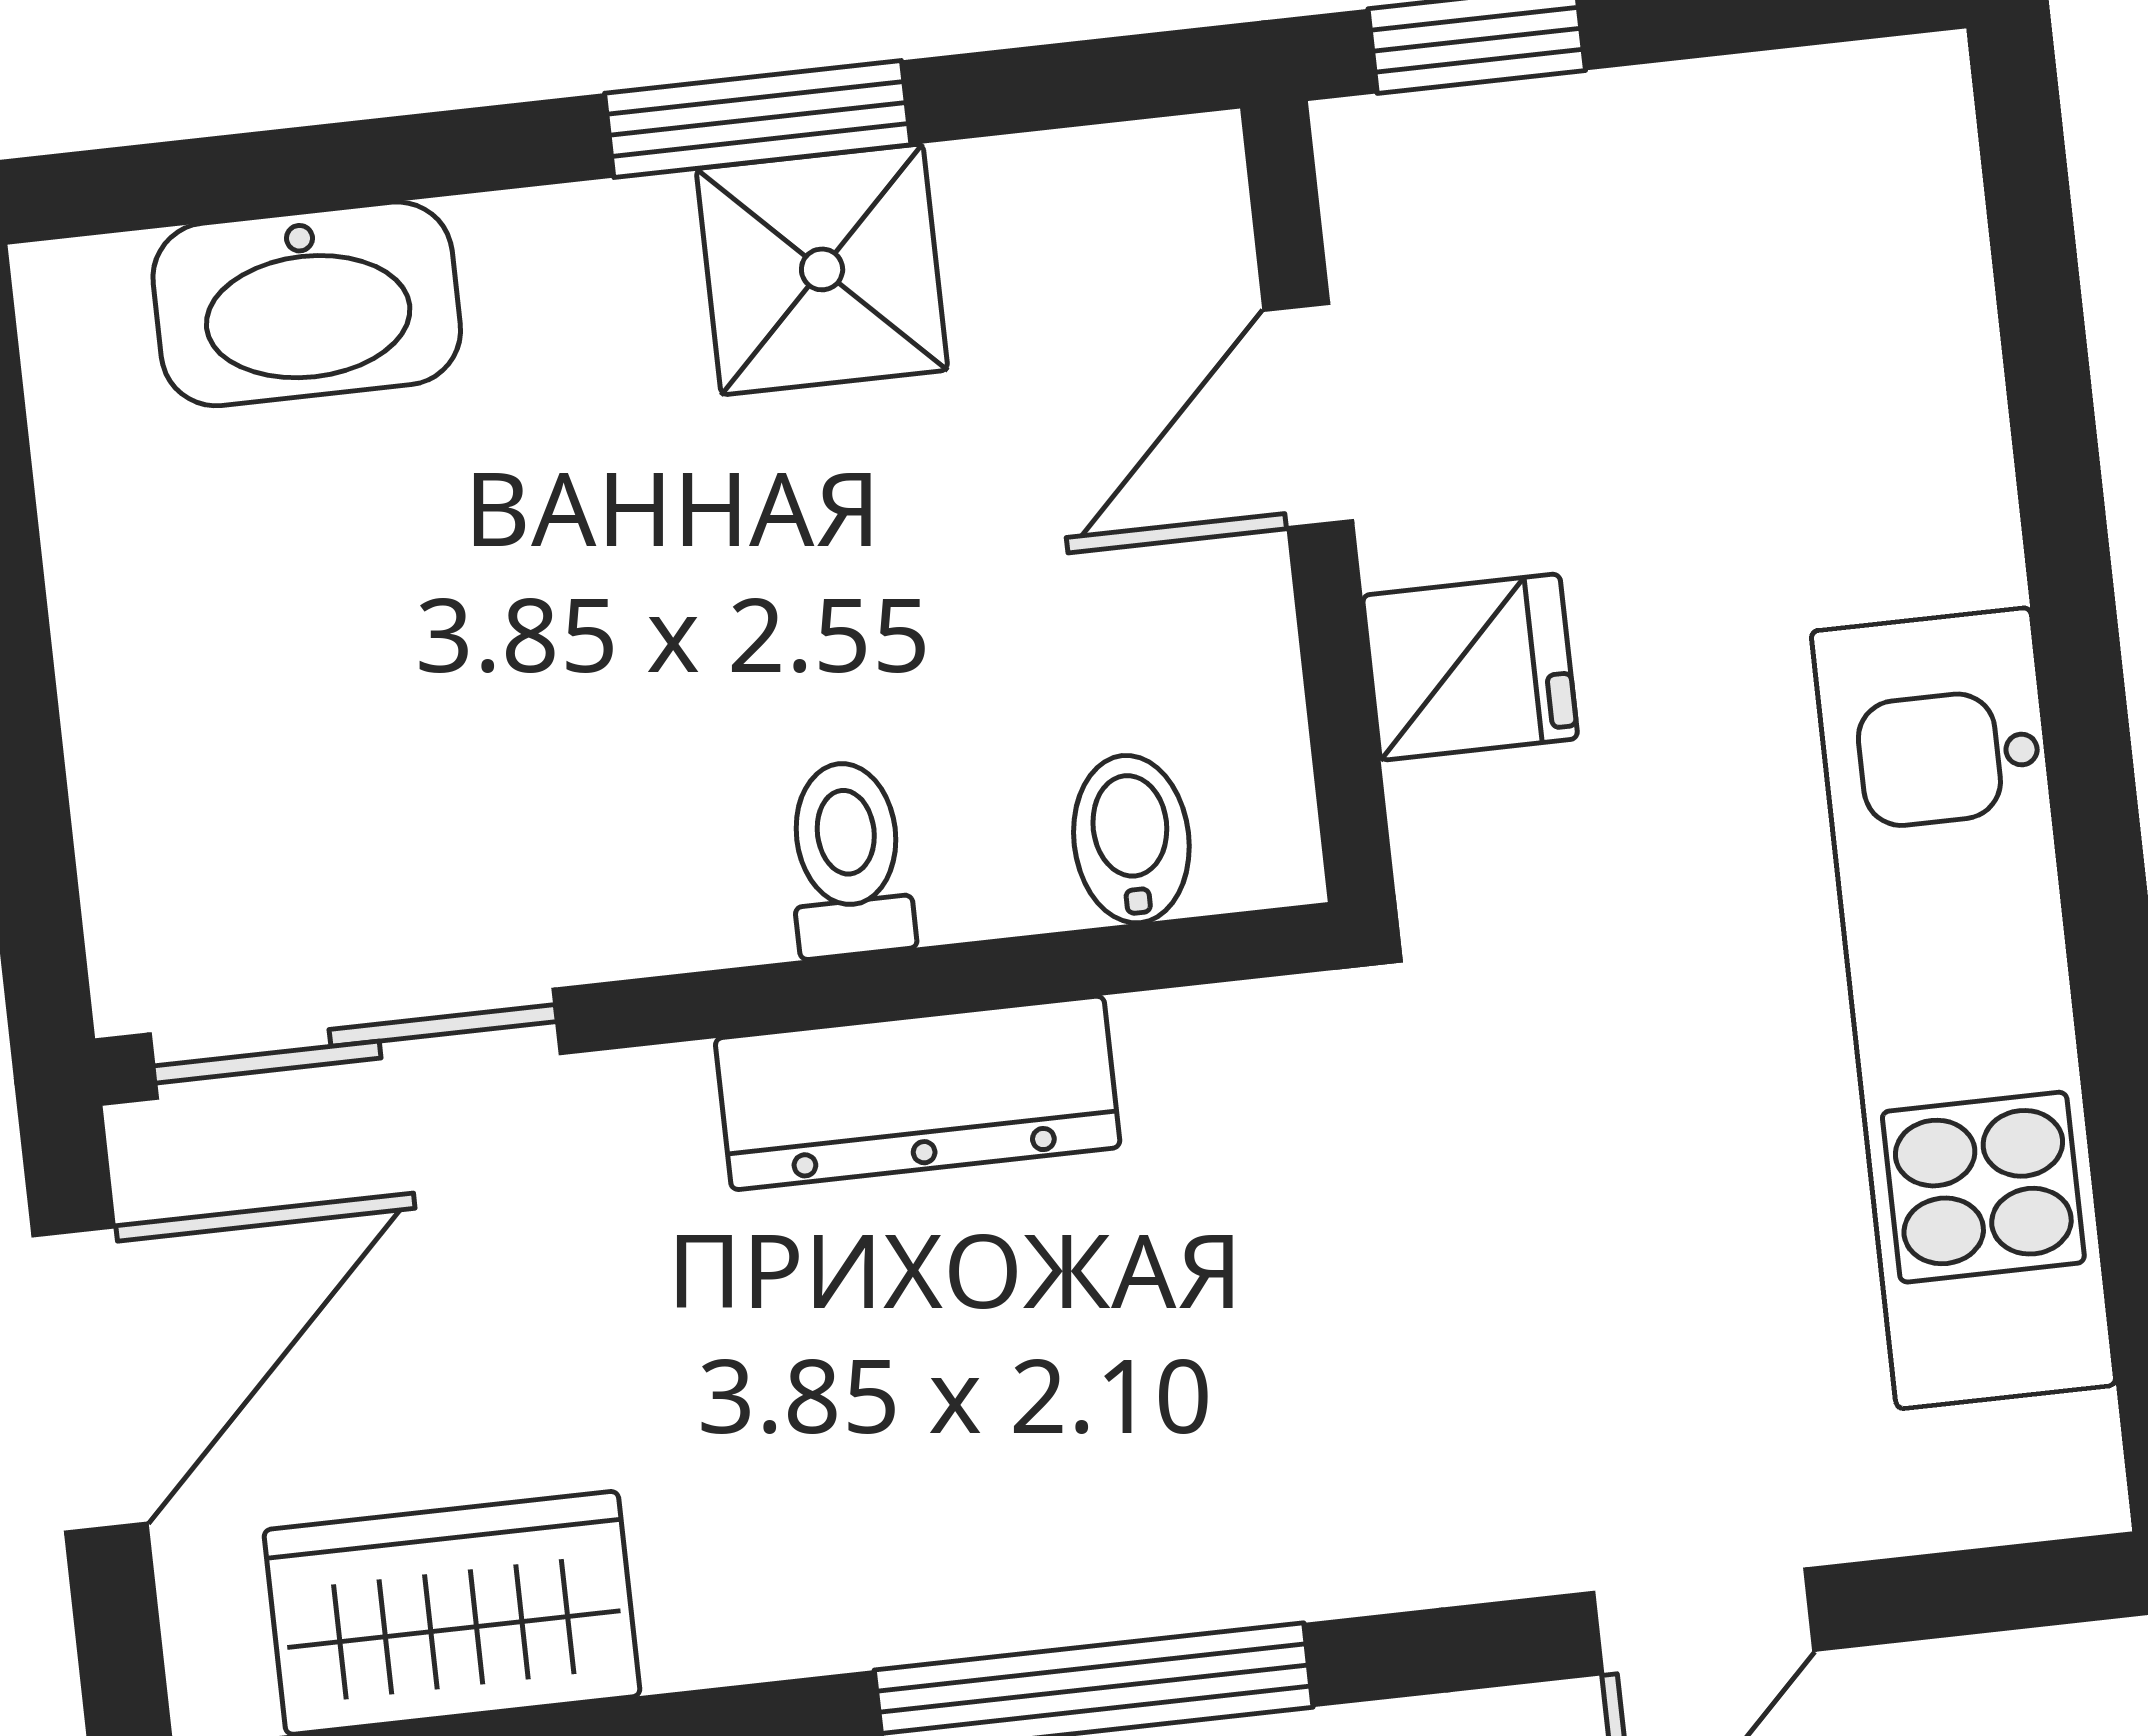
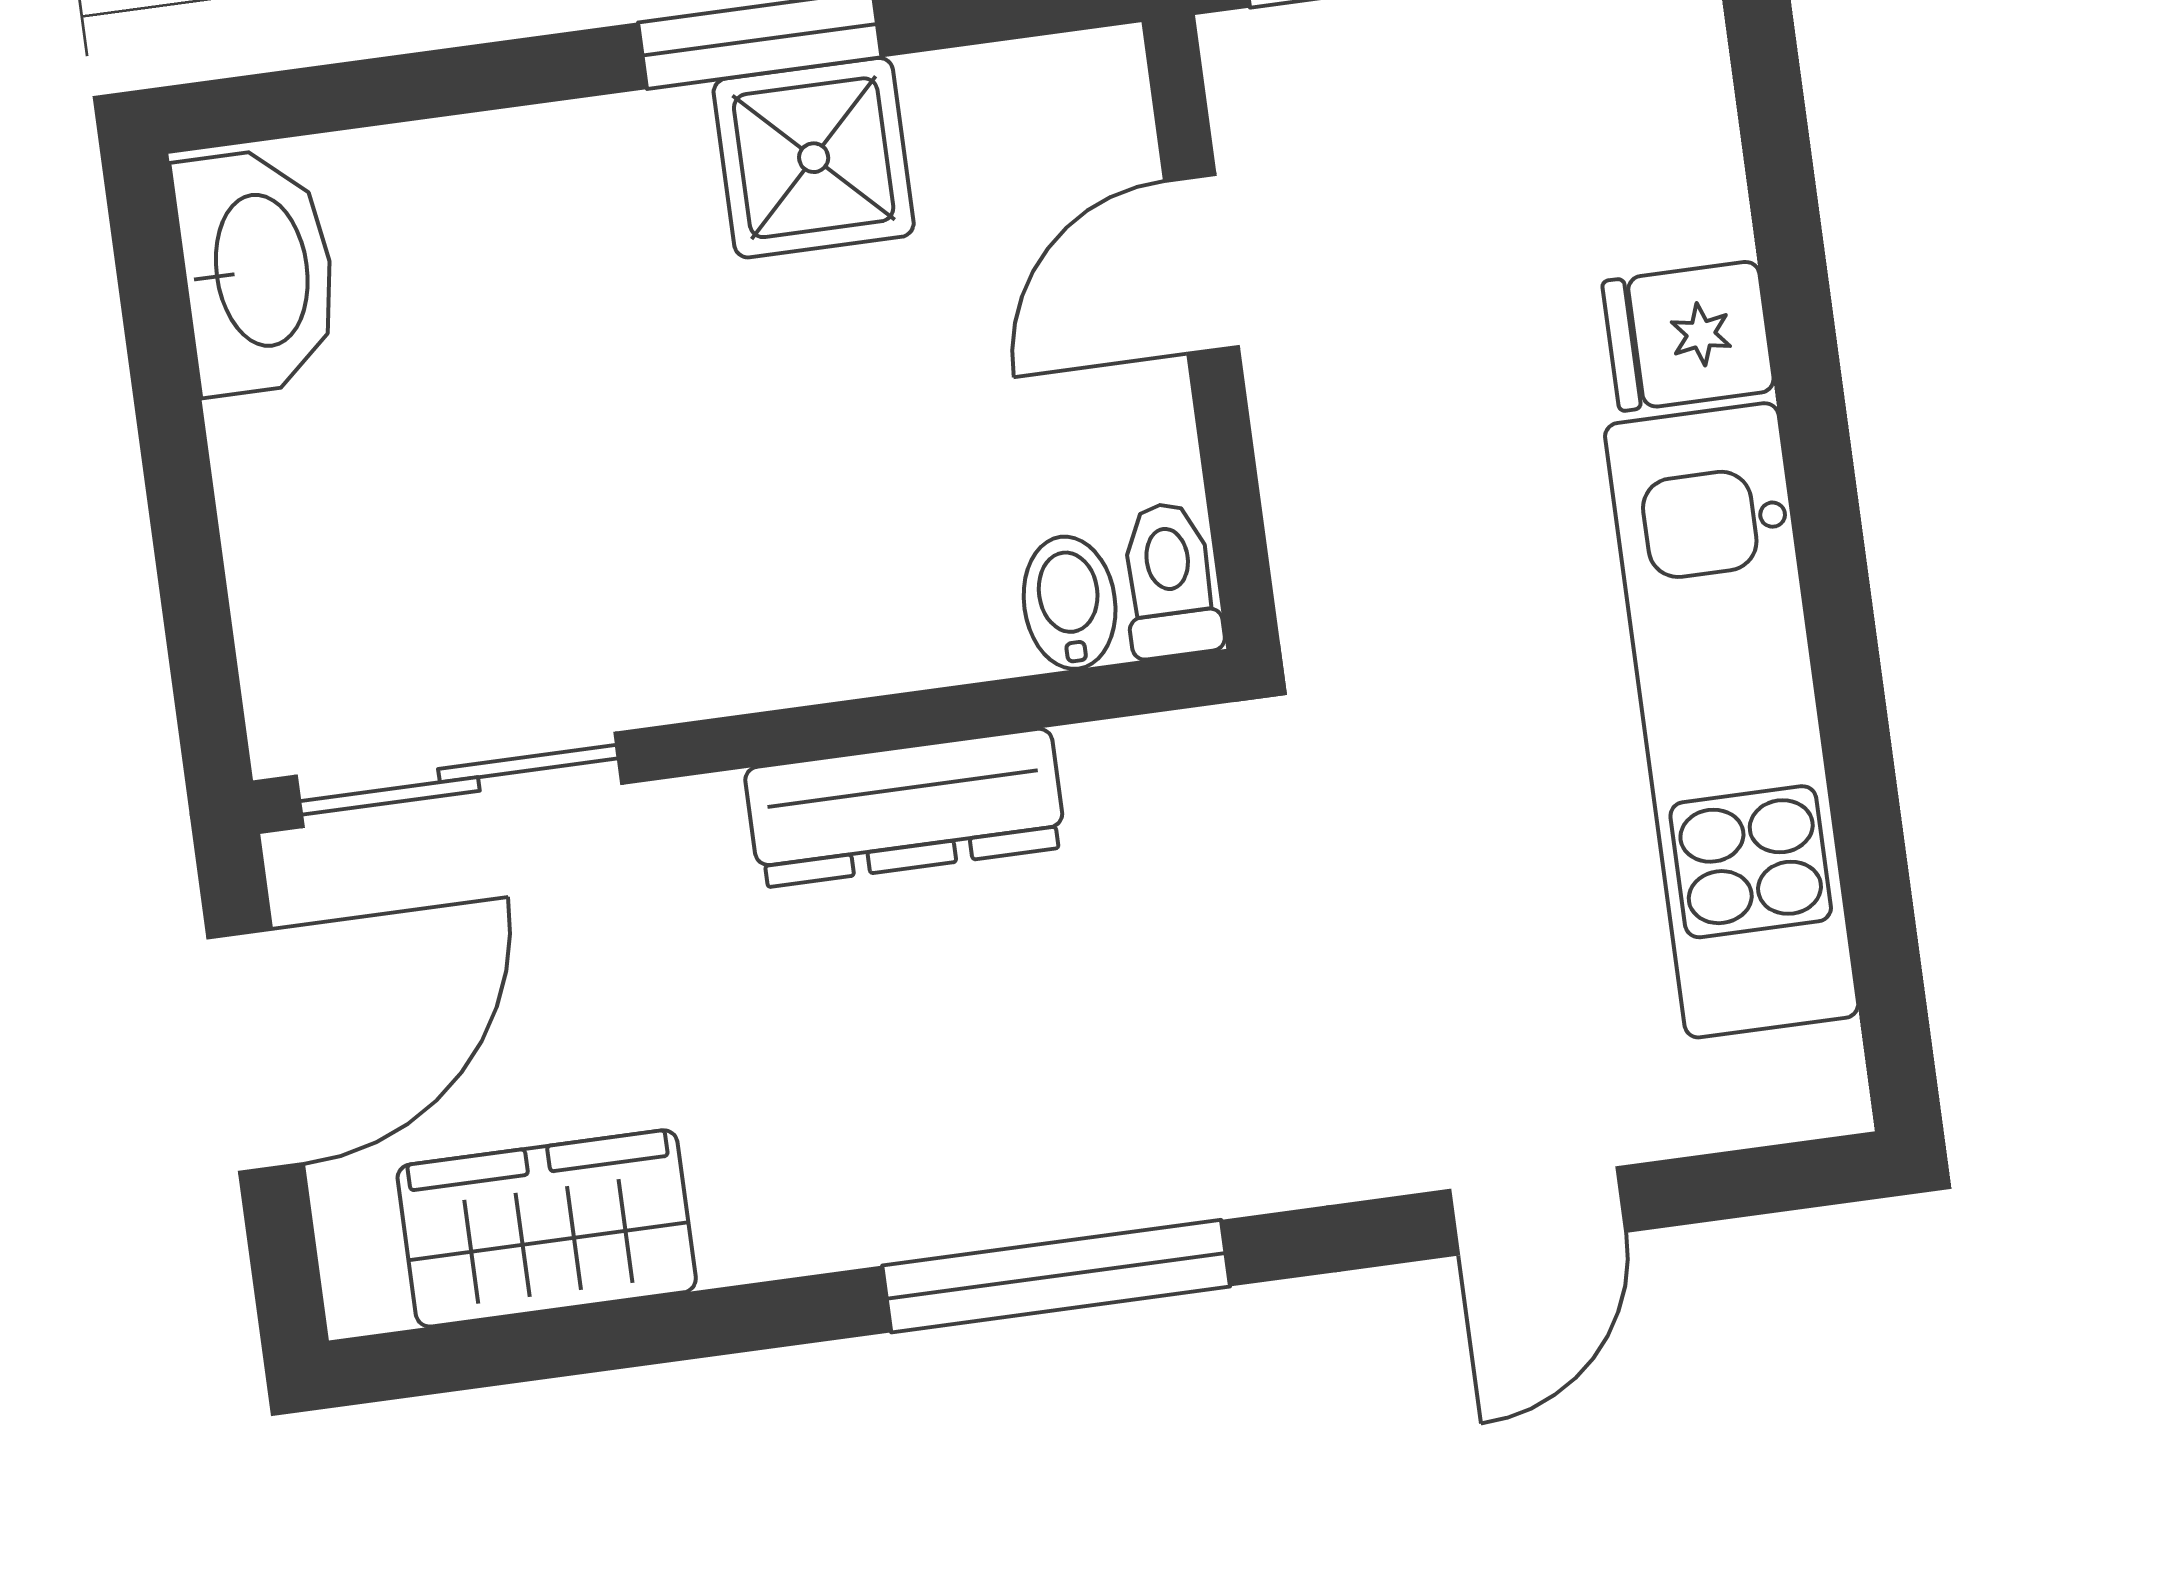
washbasin: (307, 304) -> (257, 271), moved, turned -90
fridge: (1470, 667) -> (1689, 336), moved, turned 180
toilet: (849, 859) -> (1170, 580), moved

